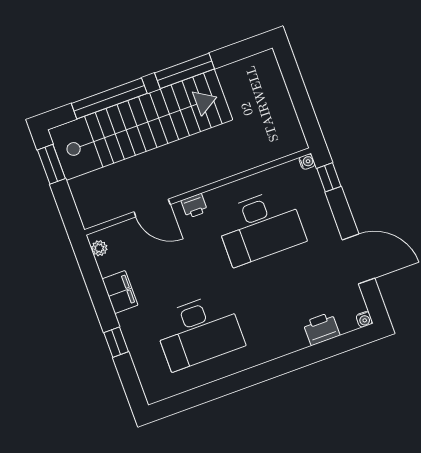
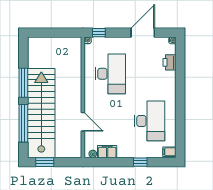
printer: (194, 206) -> (89, 101), removed
door: (152, 208) -> (83, 122), hinge flipped
filing cabinet: (120, 292) -> (107, 152), moved
filing cabinet: (155, 389) -> (169, 152), added

